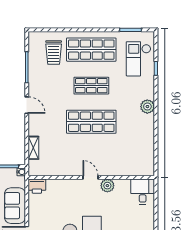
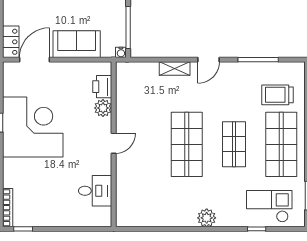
shelving: (33, 148) -> (175, 68), moved
printer: (37, 186) -> (102, 87), moved
plant: (107, 186) -> (103, 108), moved
desk: (143, 192) -> (95, 191), moved

